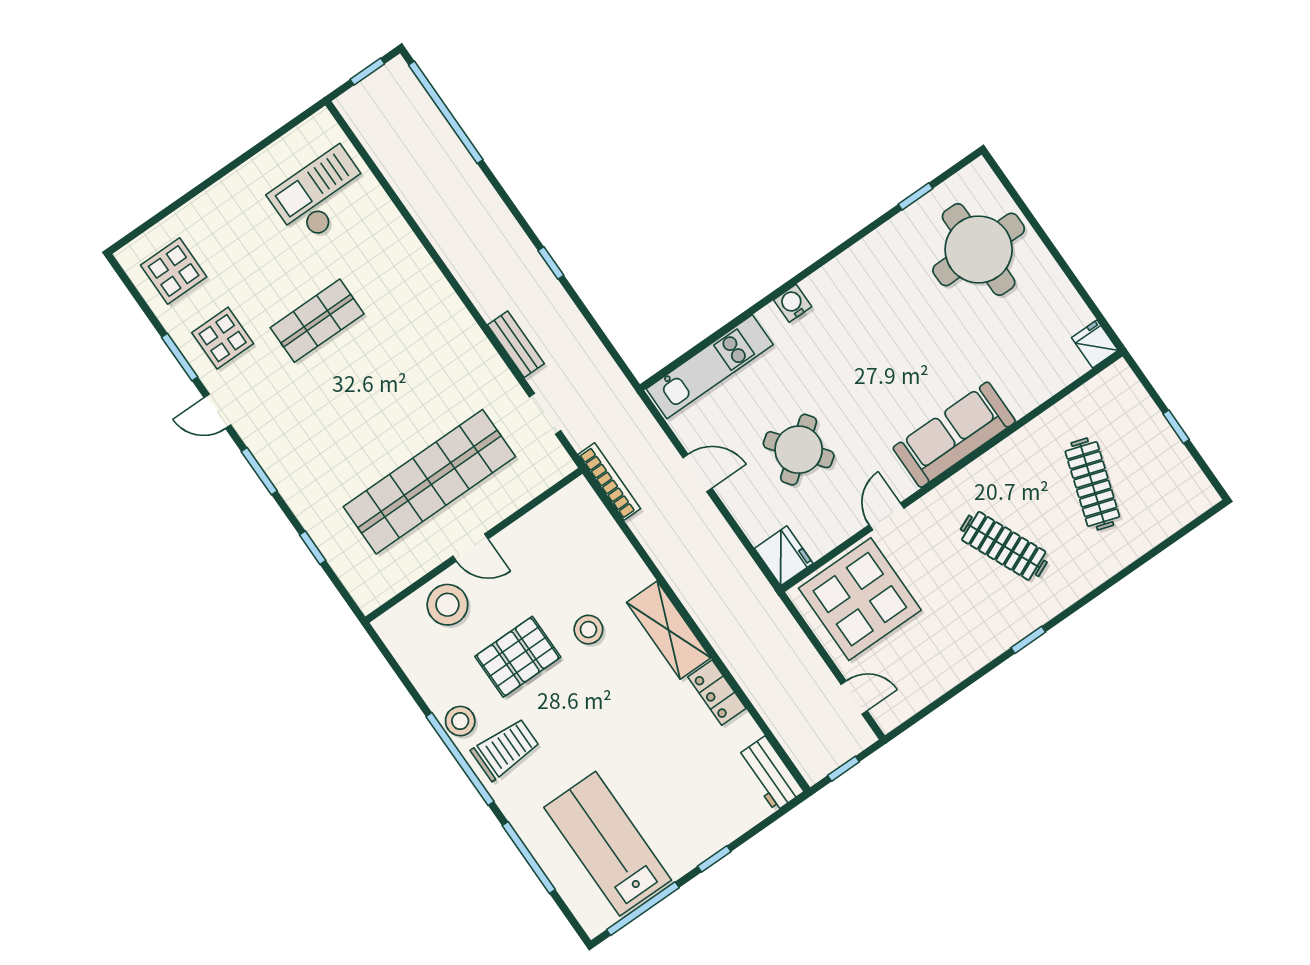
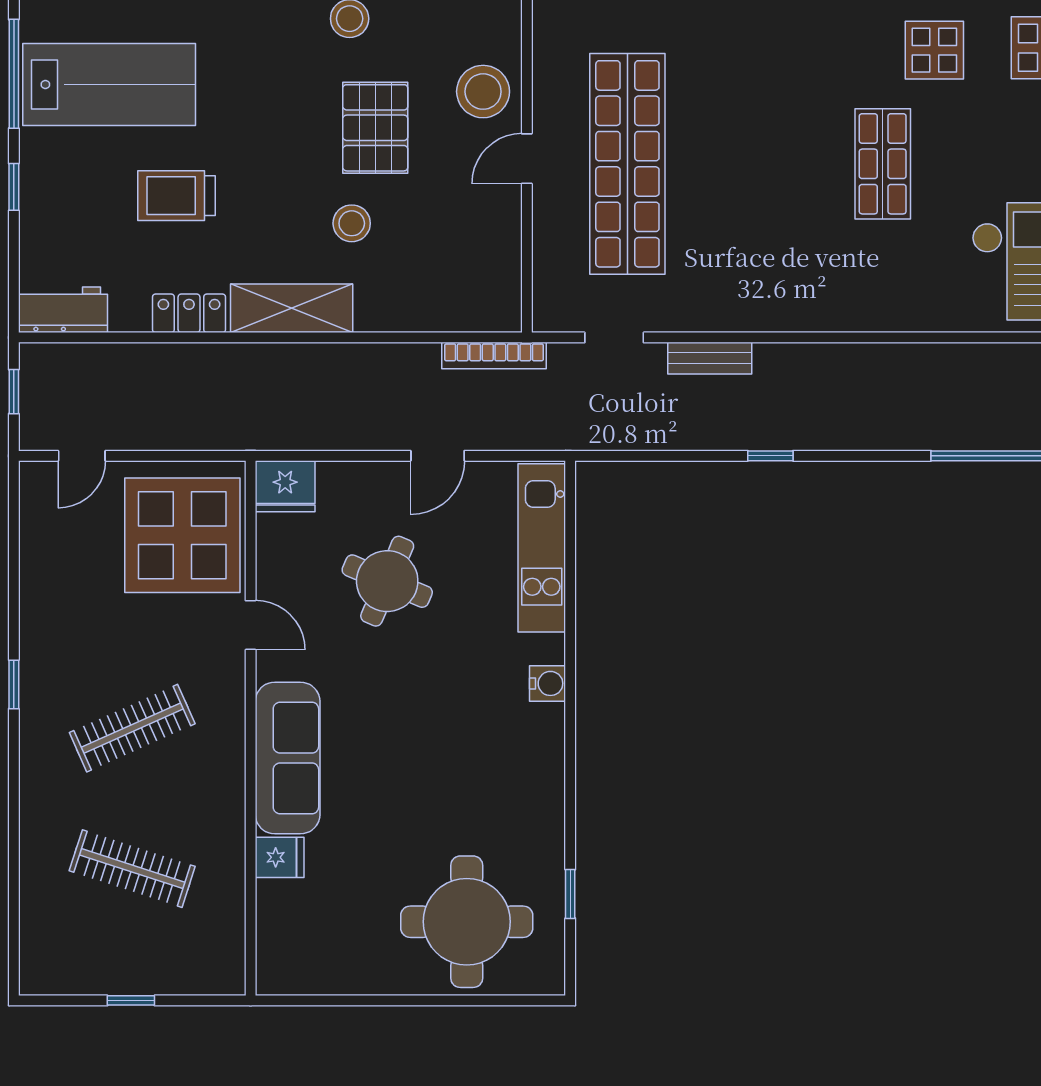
fridge: (1095, 344) -> (280, 857), moved
round table: (799, 450) -> (387, 581), turned -30
trolley: (505, 749) -> (176, 196), moved, turned 90

